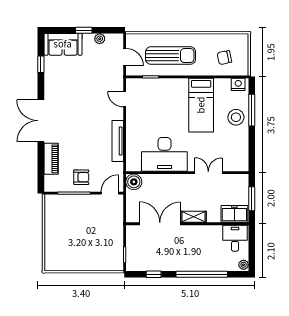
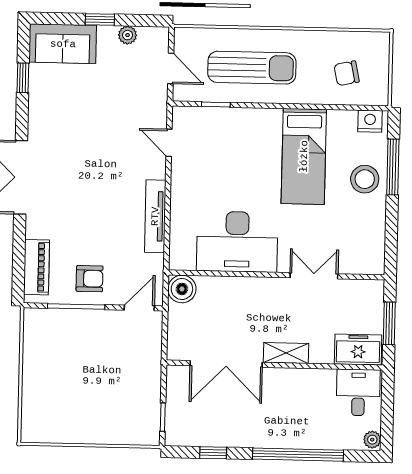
piano: (51, 159) -> (37, 267), moved
double door: (160, 224) -> (226, 364), swing flipped

